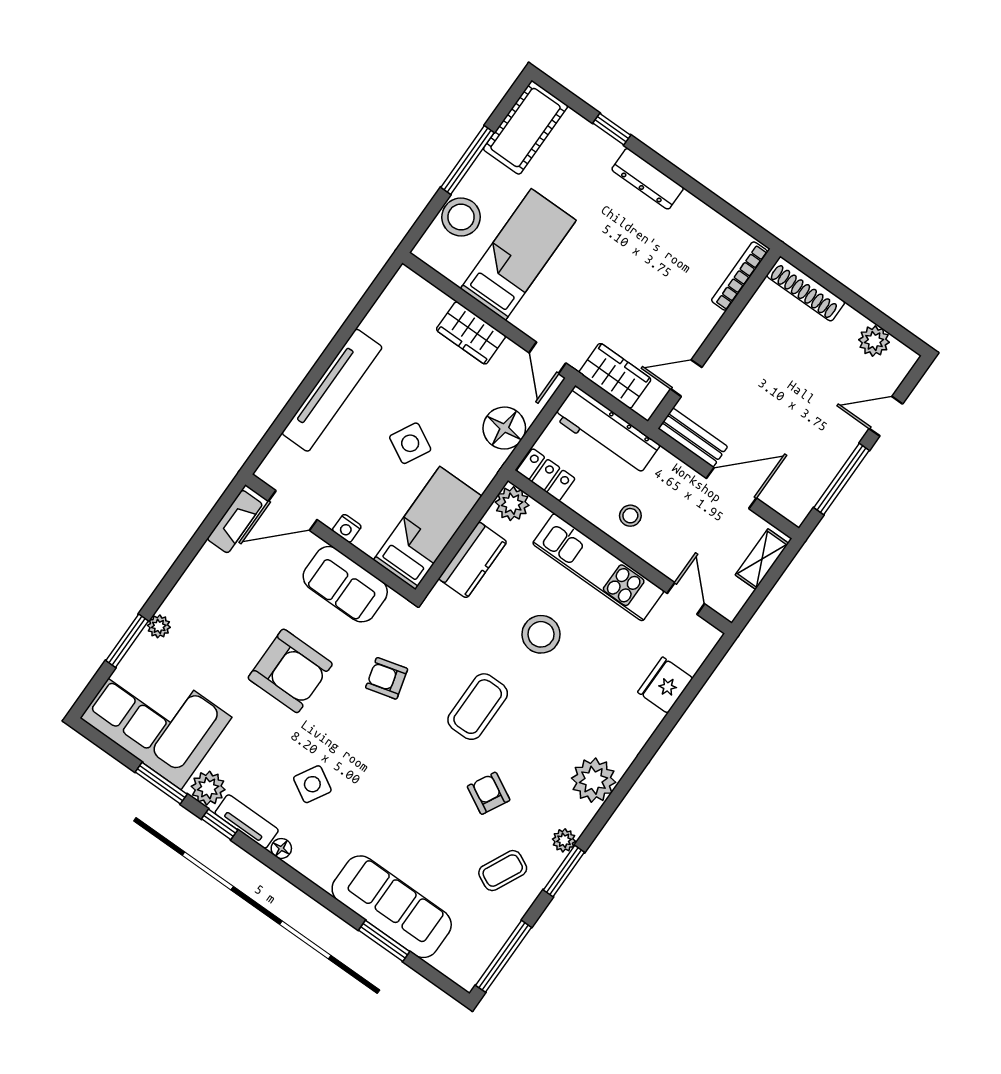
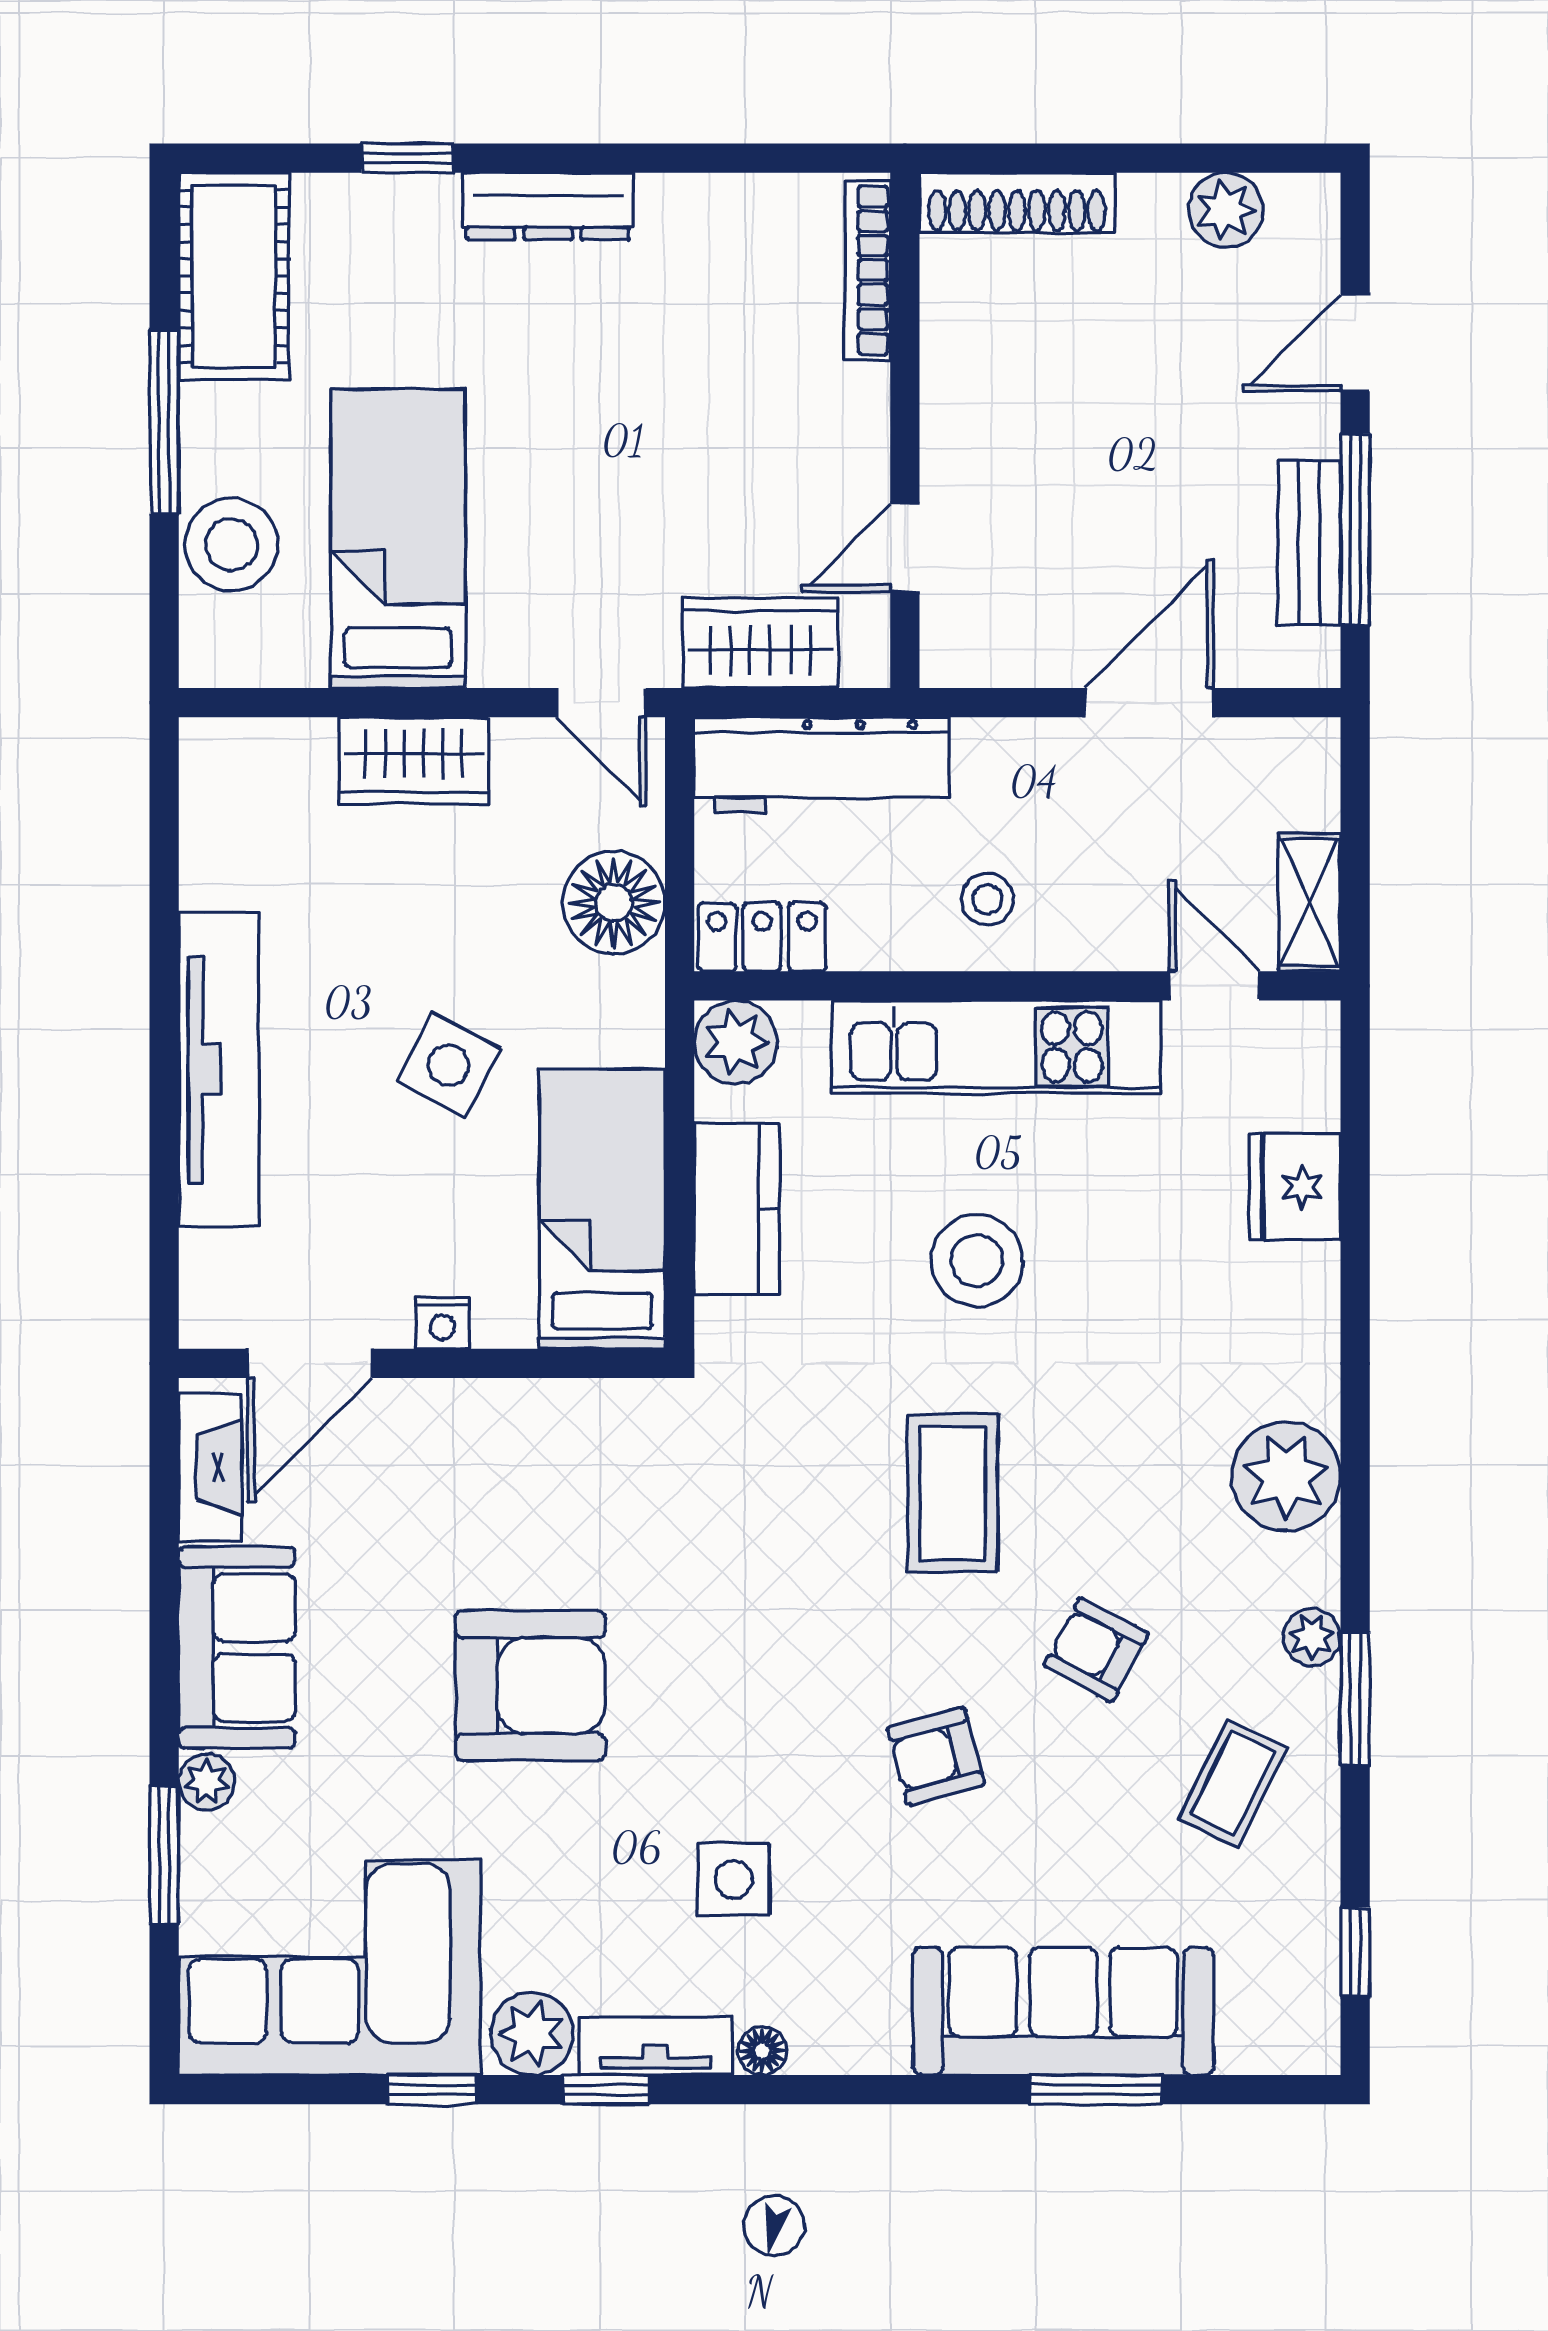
bench: (693, 438) -> (1309, 543), moved, turned 90
shelving: (762, 559) -> (1309, 902), moved
sofa: (345, 584) -> (237, 1648), moved, turned -90
armchair: (387, 678) -> (936, 1756), moved
window: (161, 783) -> (432, 2090), width x0.67
side table: (312, 784) -> (734, 1879), turned -30
window: (504, 956) -> (1355, 1952), width x0.46

